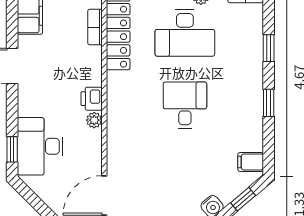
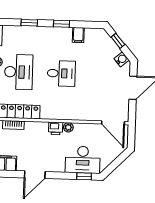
desk: (185, 105) -> (61, 73), turned 180
filing cabinet: (251, 162) -> (78, 35), moved

